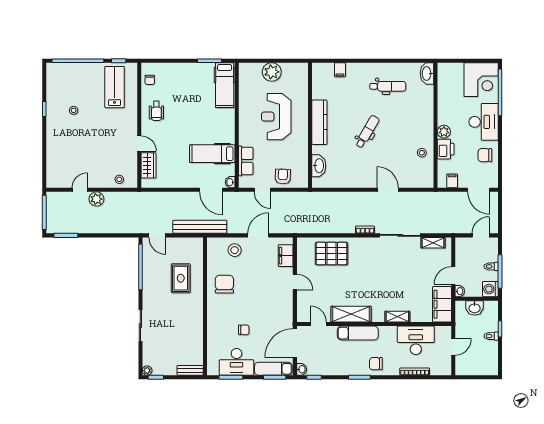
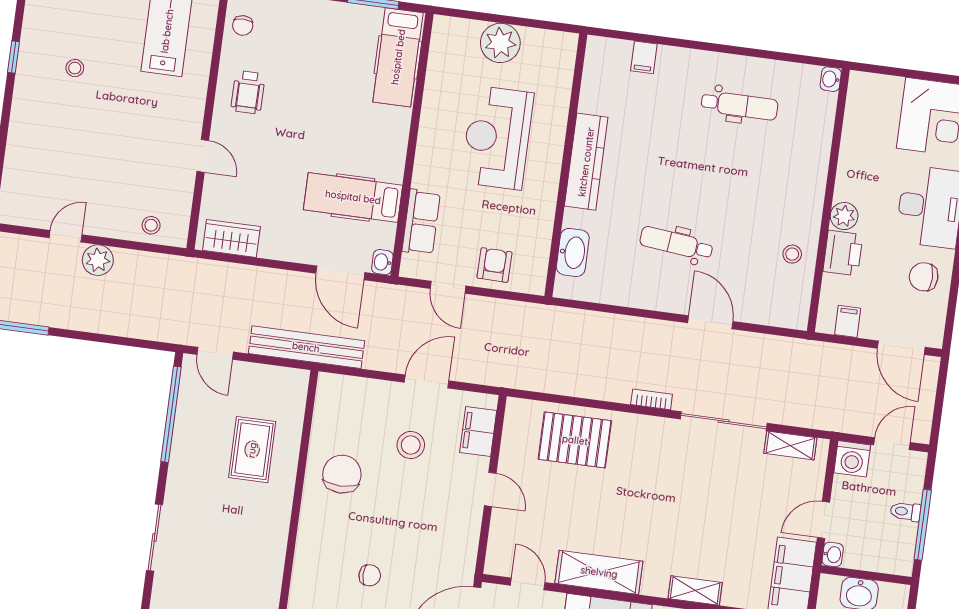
washbasin: (427, 73) -> (831, 79), width x0.52, depth x0.69
dental chair: (367, 132) -> (676, 243), moved, turned -114
wardrobe: (148, 165) -> (231, 238), moved, turned -90
stool: (235, 250) -> (411, 445), moved
washing machine: (490, 289) -> (852, 459), moved, turned -90

